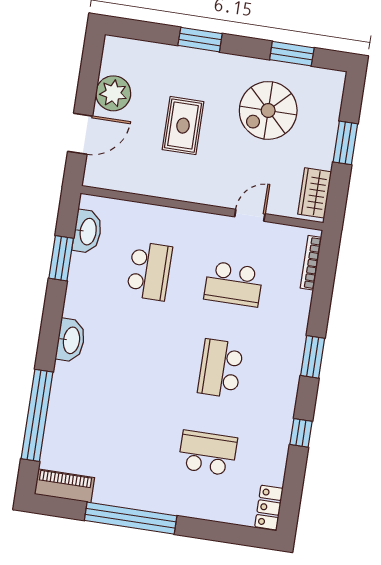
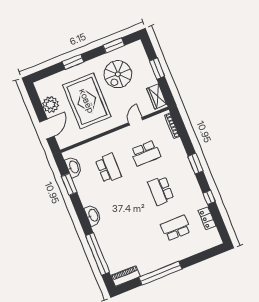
rug: (183, 126) -> (87, 101), width x1.86, depth x2.06
locker: (269, 508) -> (207, 218), moved

